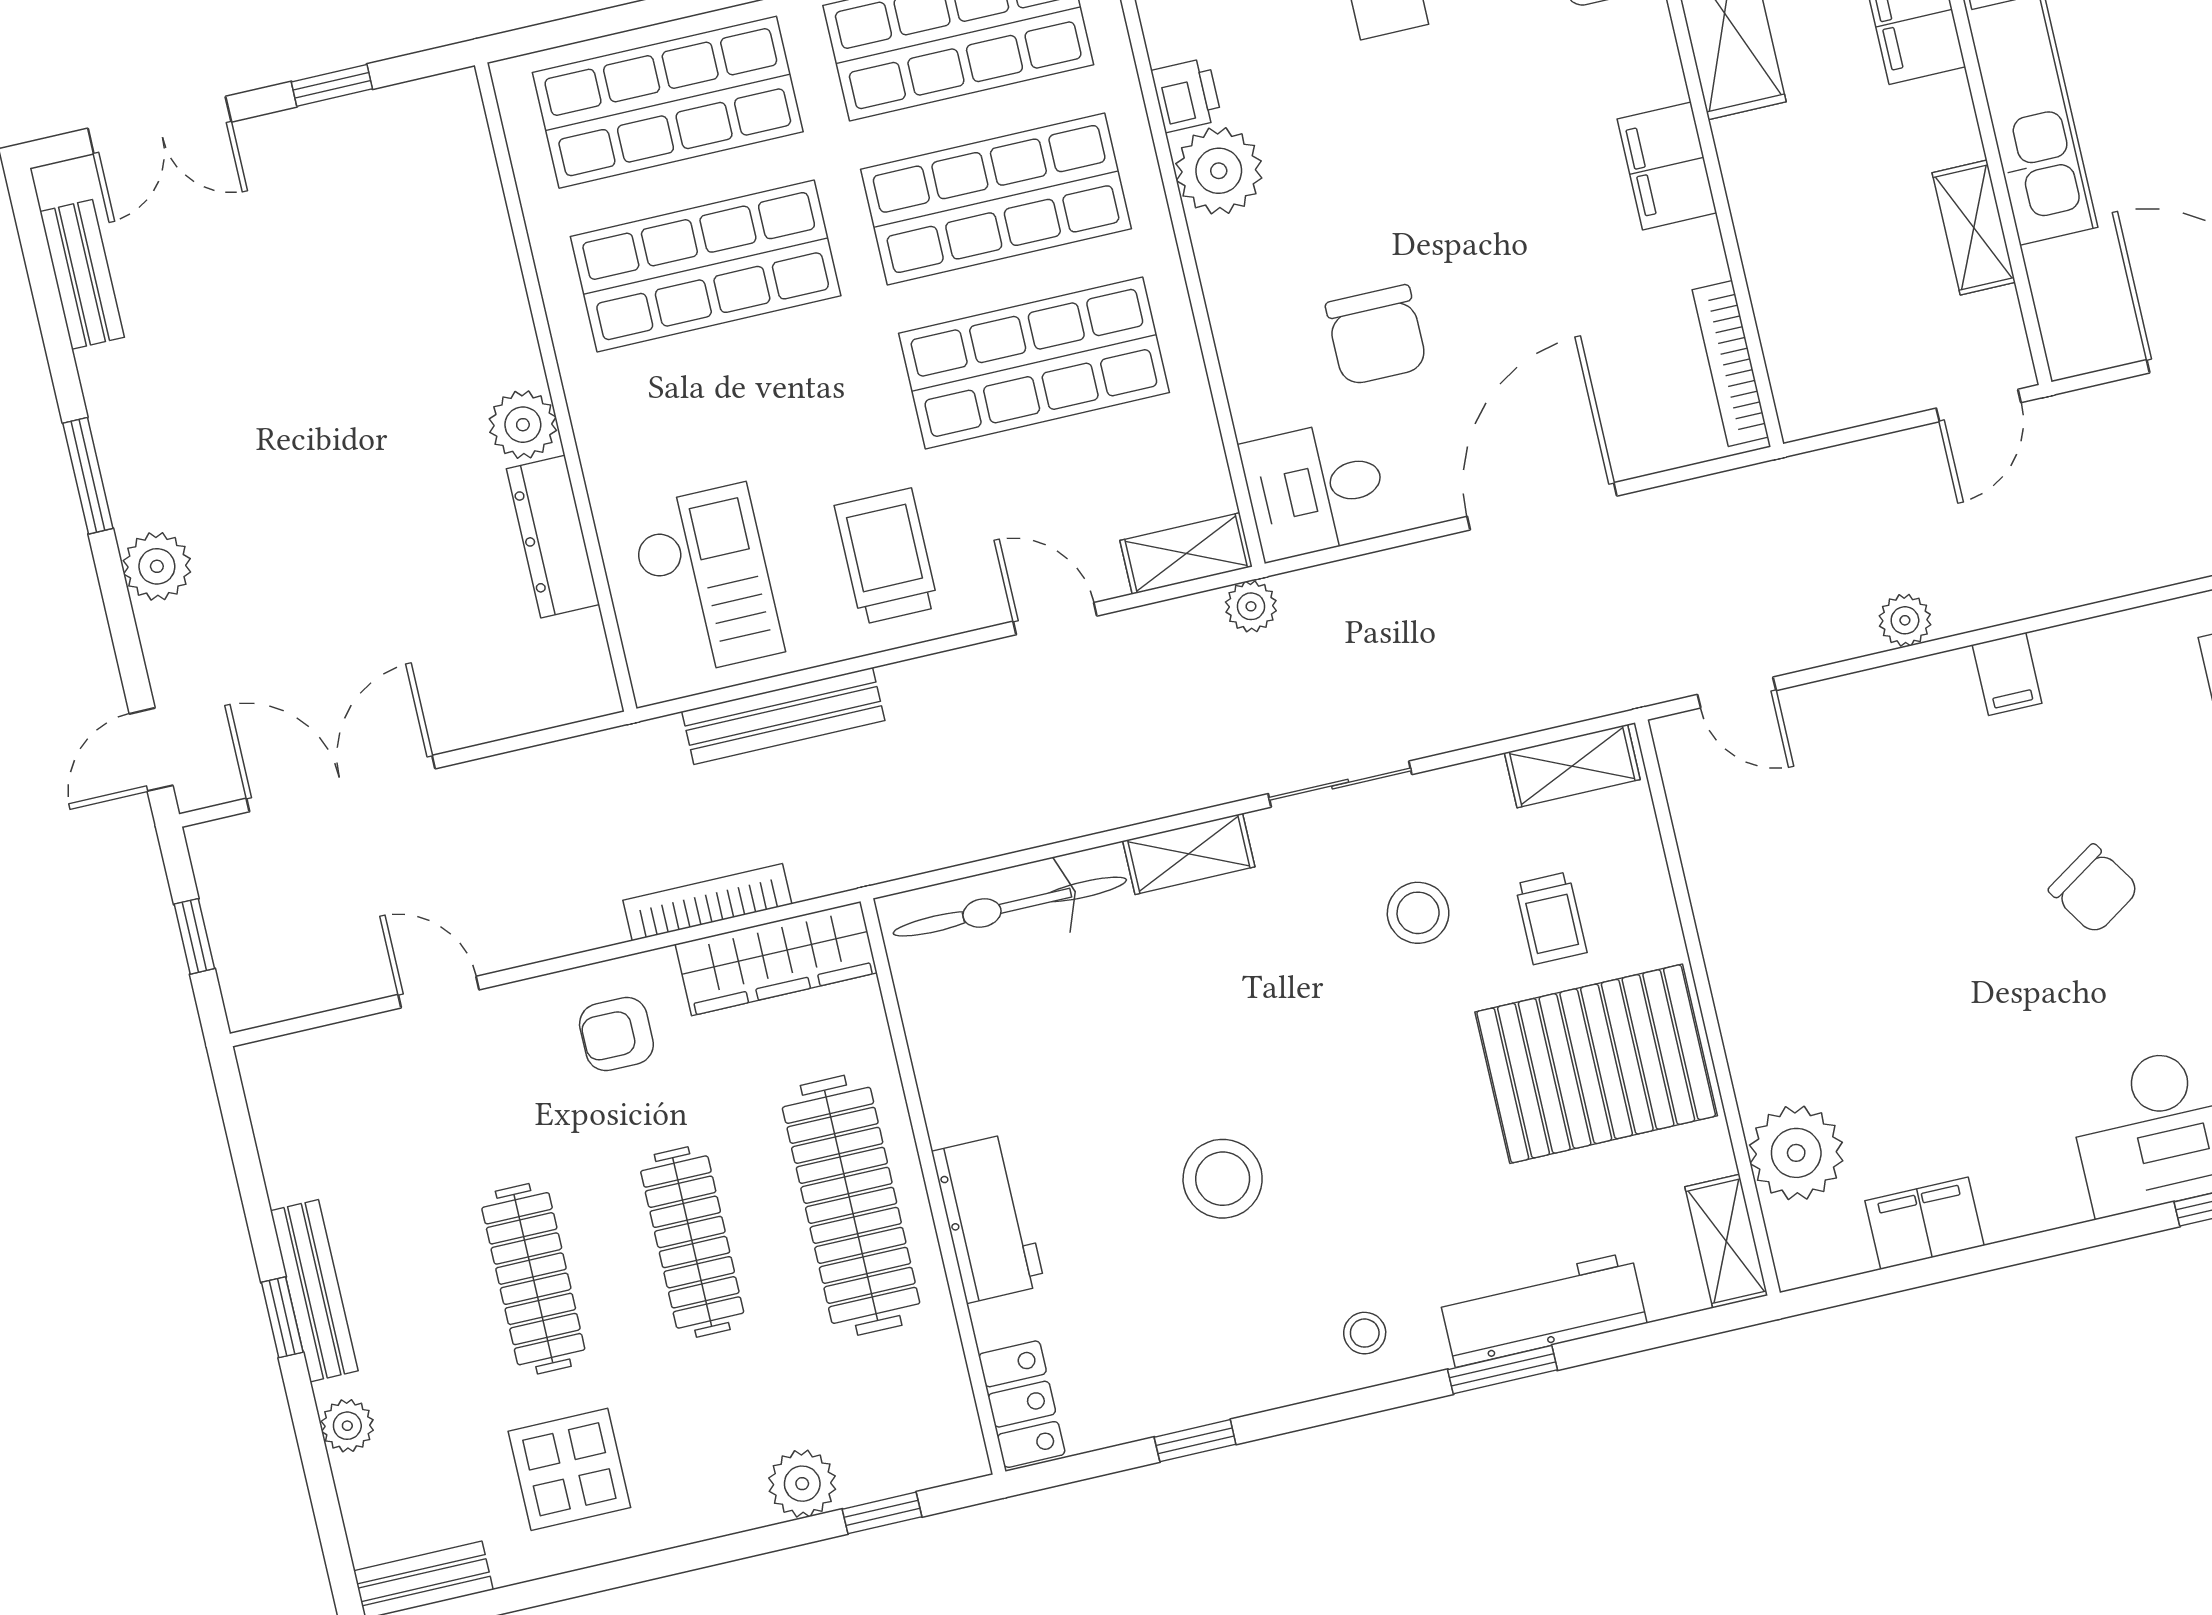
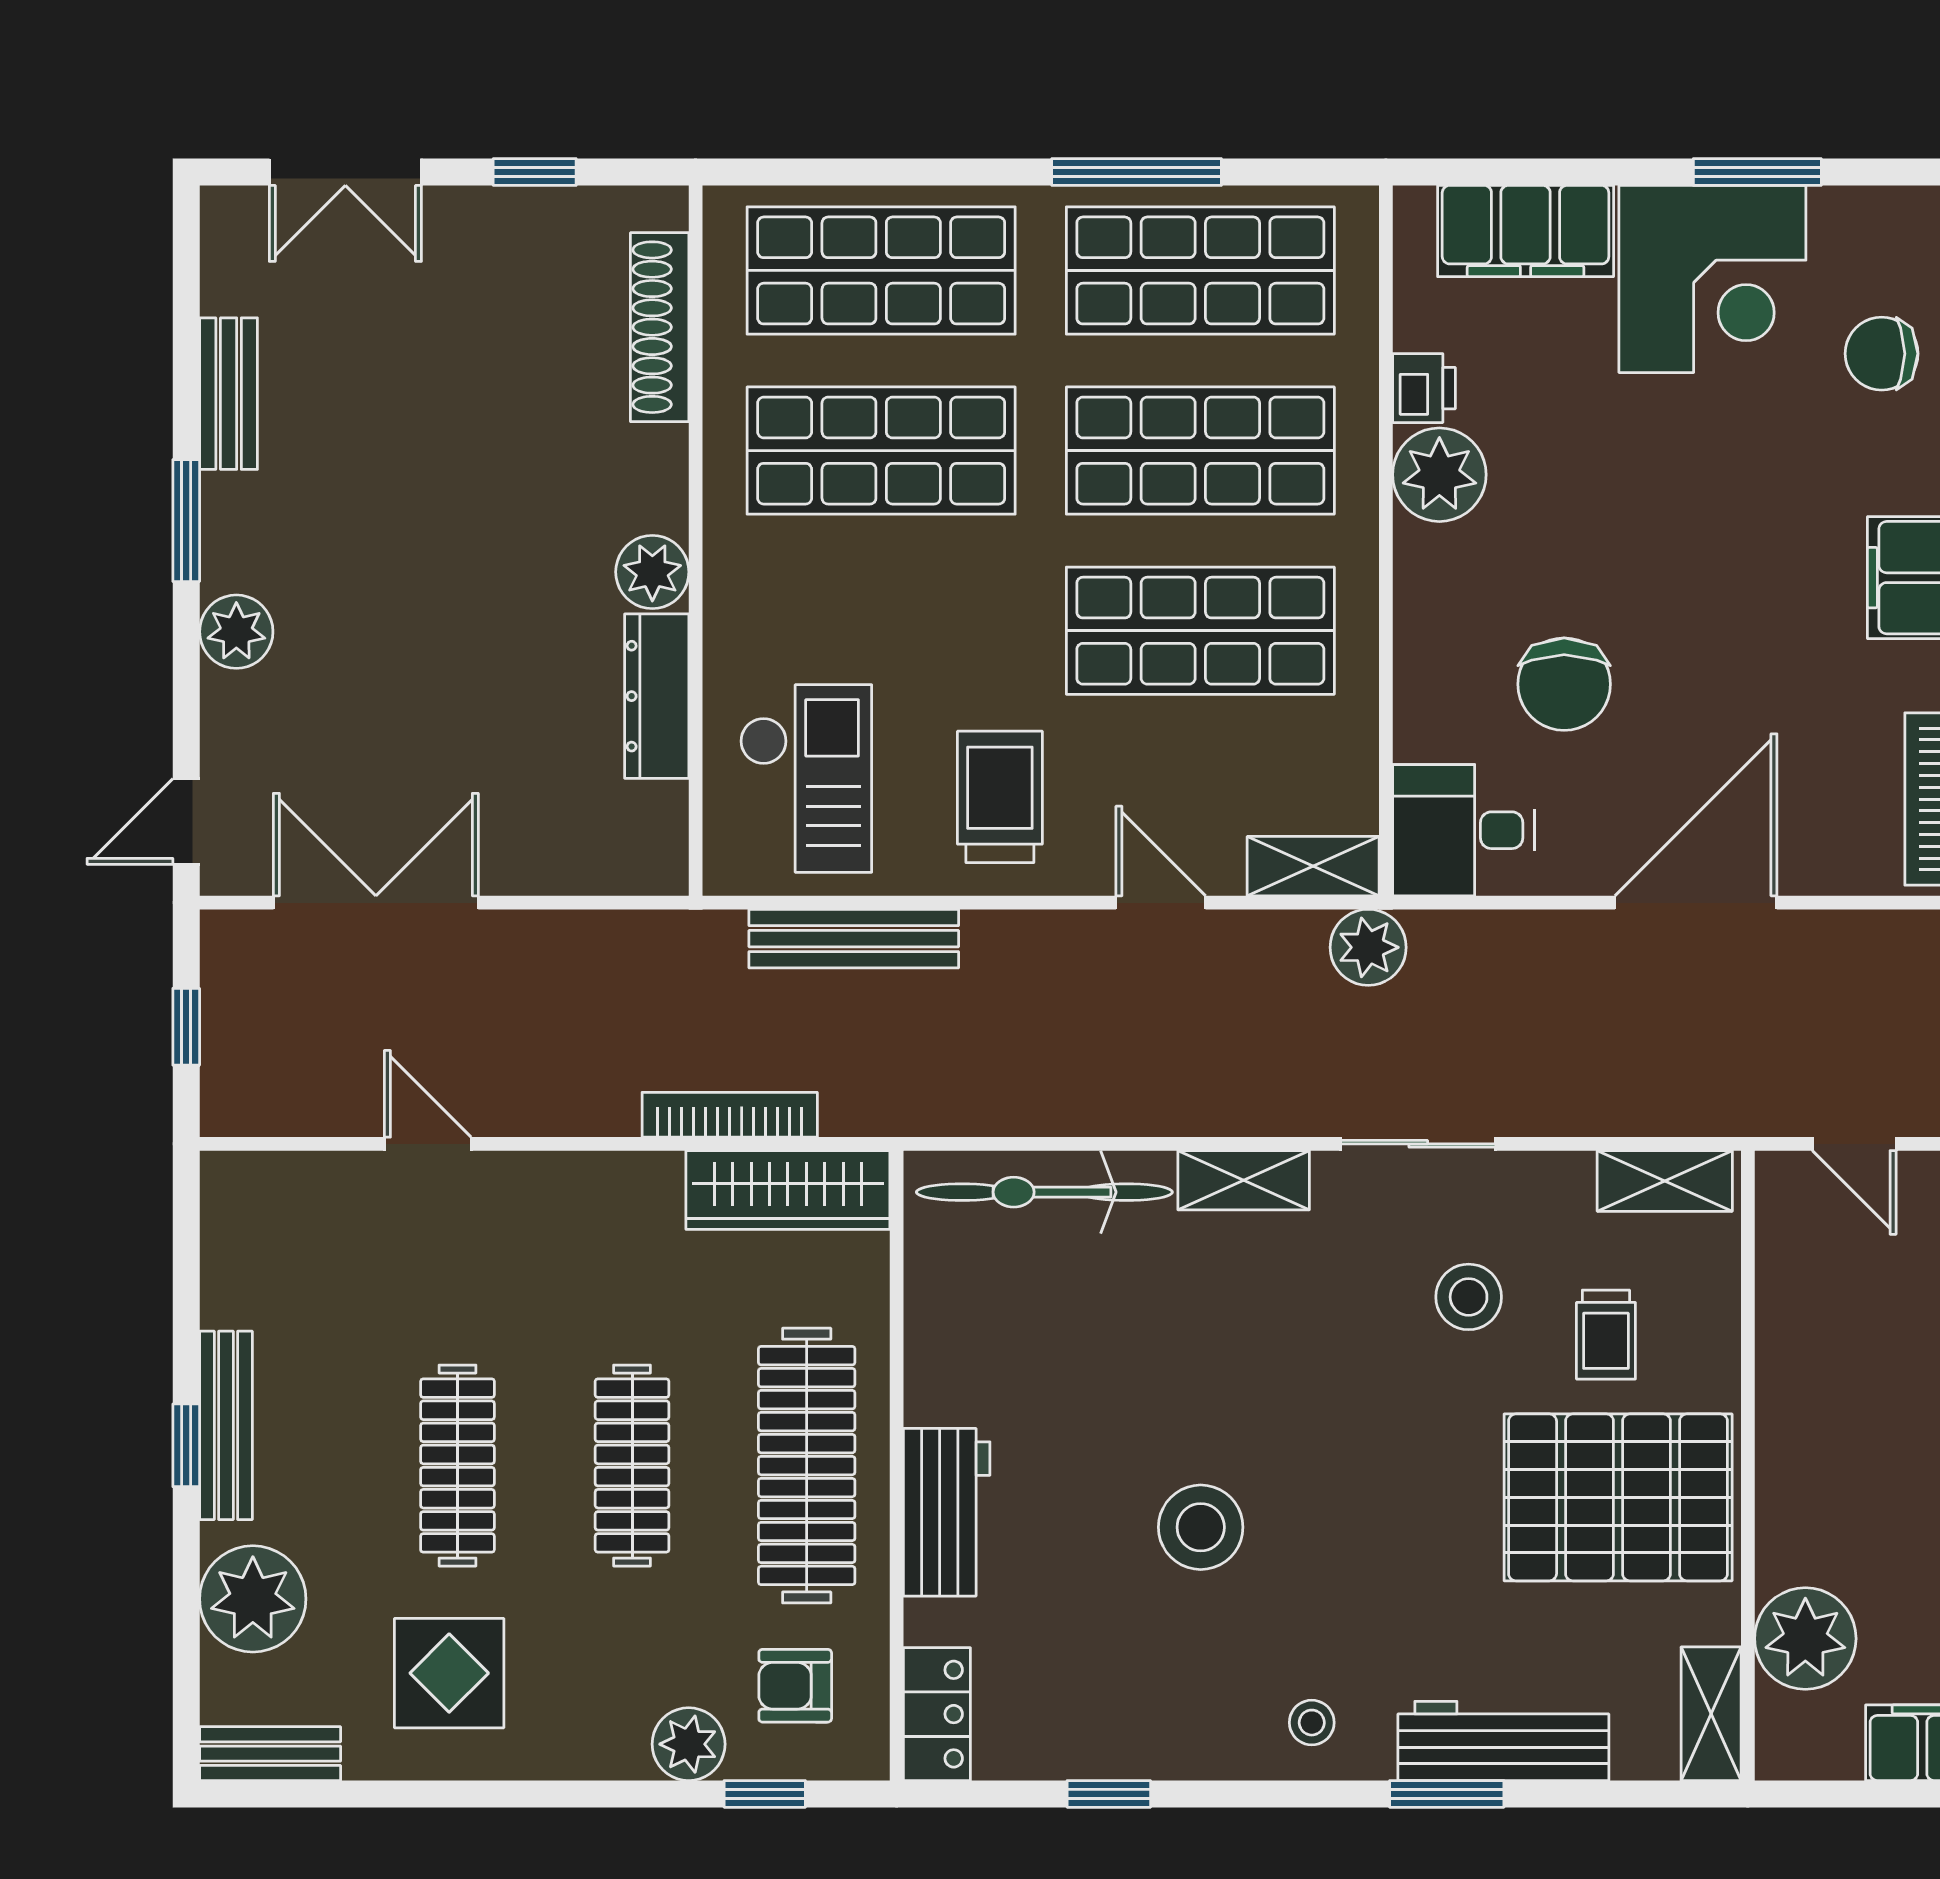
shoe rack: (478, 200) -> (660, 327), added
bench: (82, 274) -> (229, 394), moved
plant: (1251, 606) -> (1368, 947), width x1.38, depth x1.38
armchair: (616, 1034) -> (795, 1686), moved
plant: (347, 1426) -> (253, 1599), width x1.87, depth x1.87

